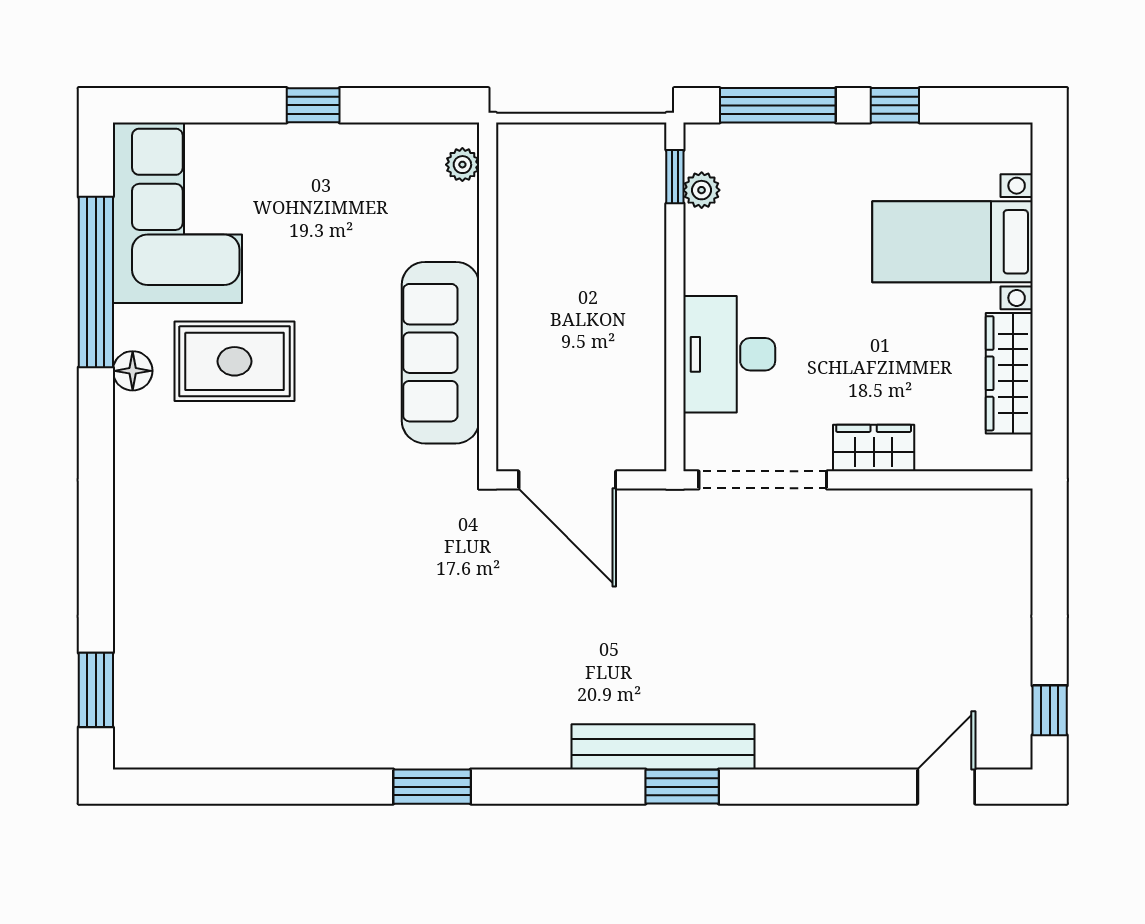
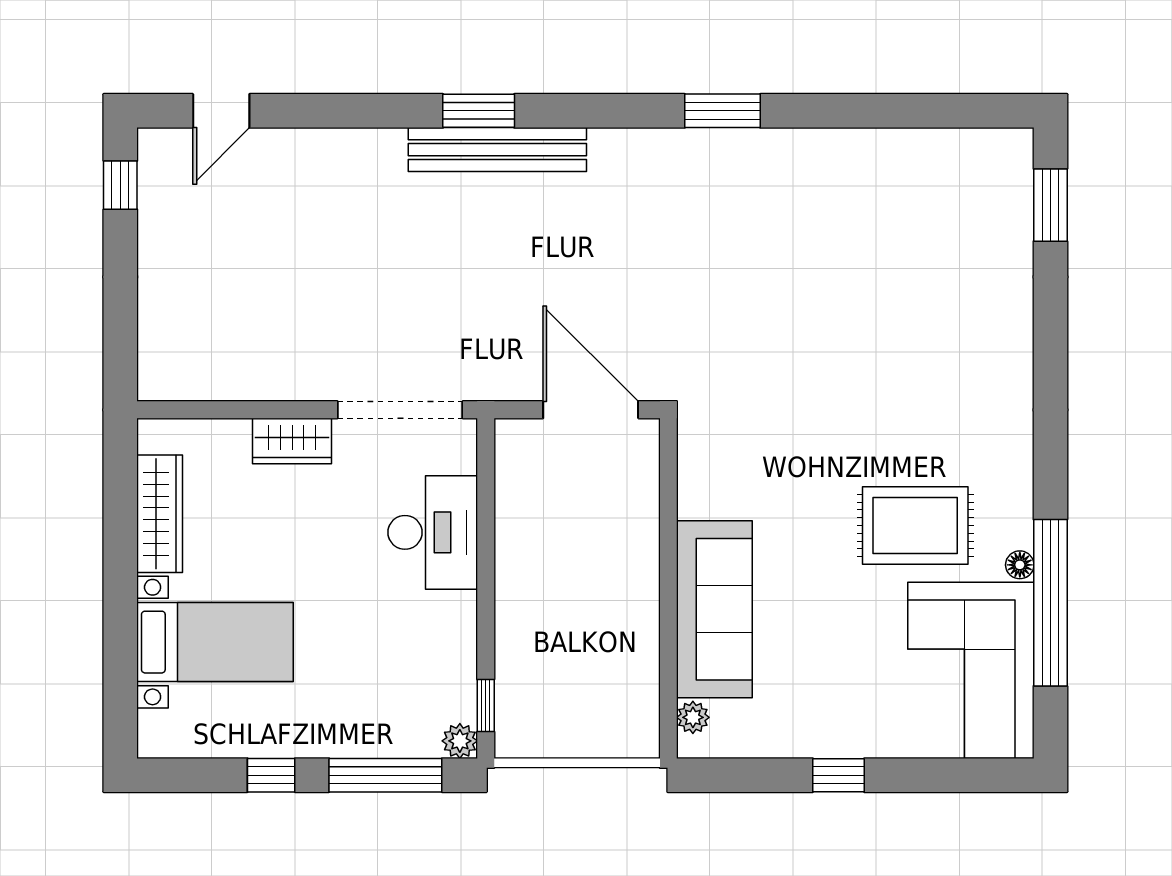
plant: (702, 190) -> (460, 741), moved
sofa: (440, 353) -> (714, 609), moved
floor lamp: (133, 371) -> (1020, 565), moved, width x0.73, depth x0.73

